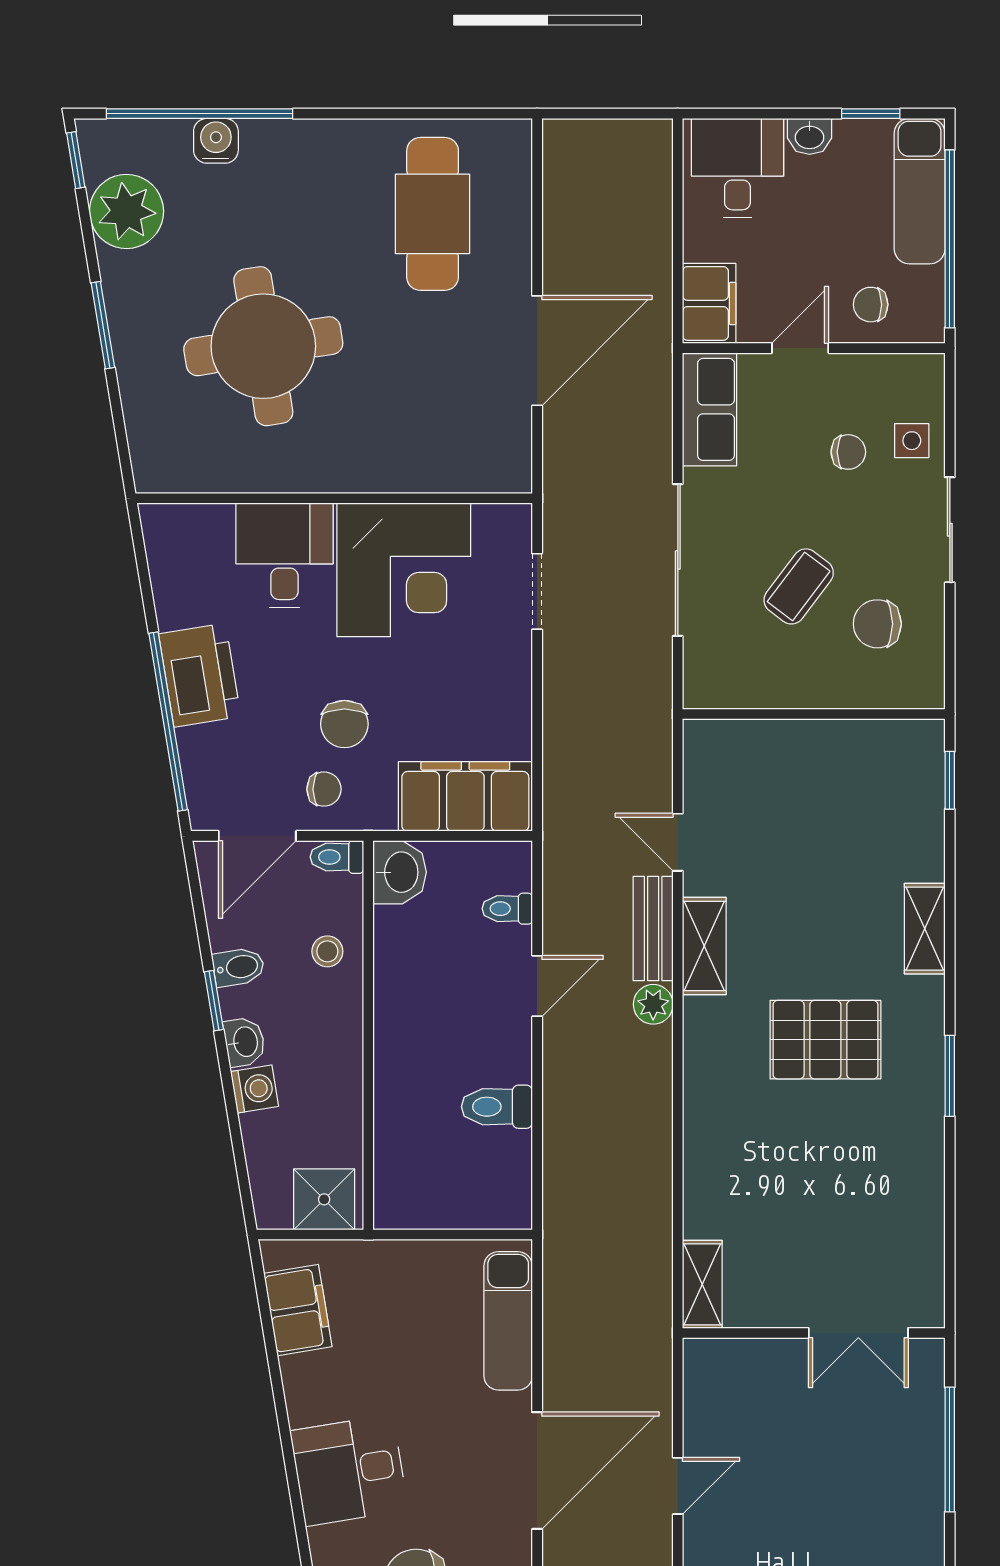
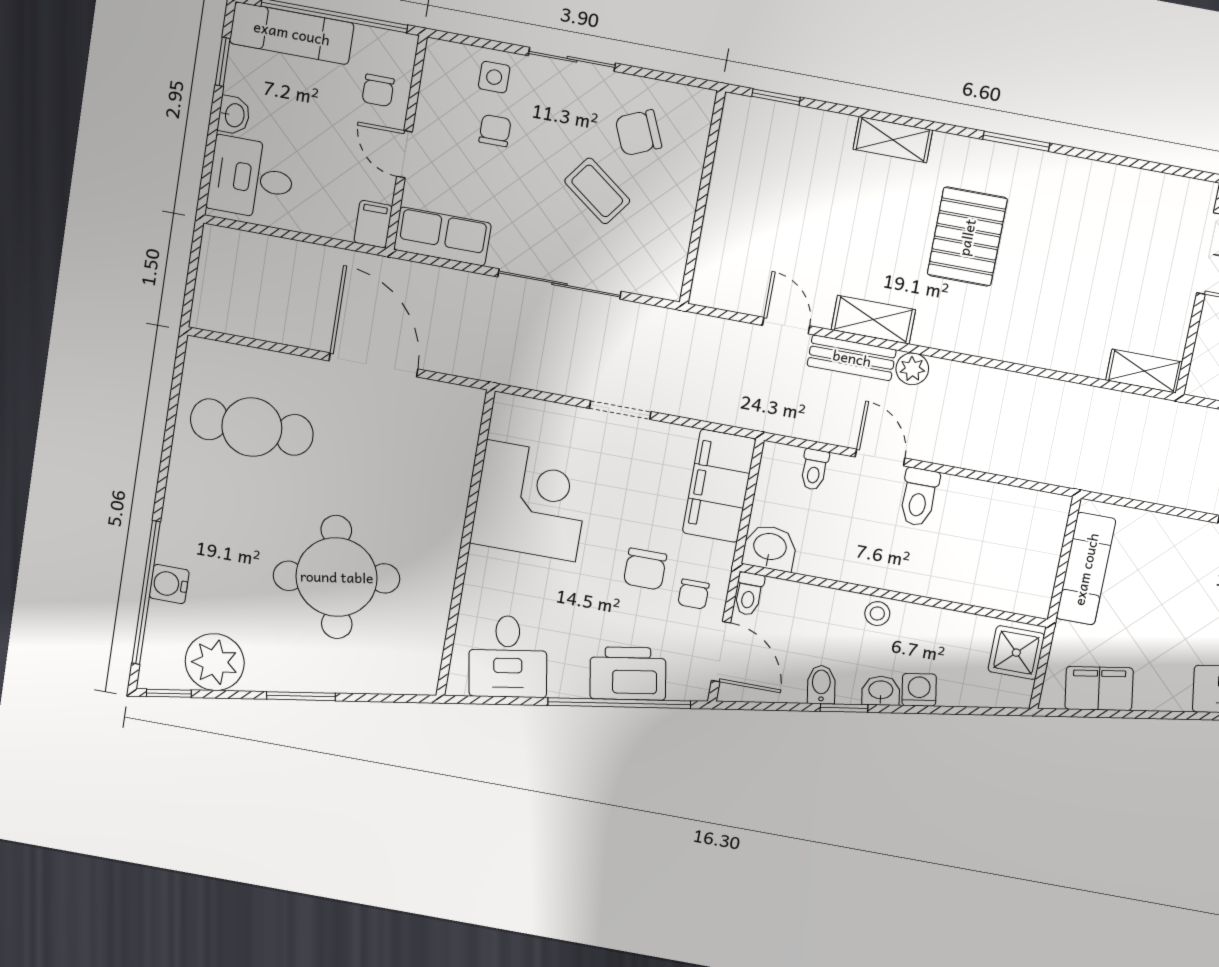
filing cabinet: (709, 303) -> (373, 224), width x0.50
desk: (284, 555) -> (508, 657), moved, turned -99
doorway: (537, 591) -> (620, 410), moved
chair: (877, 624) -> (638, 133), turned 67
printer: (200, 675) -> (628, 673), moved
chair: (344, 724) -> (645, 569), turned 90
chair: (324, 789) -> (693, 594), turned 180
door: (678, 842) -> (786, 326), swing flipped
stool: (327, 951) -> (877, 614), moved
toilet: (497, 1107) -> (919, 497), moved
exam couch: (508, 1321) -> (1086, 569), moved, turned -90

